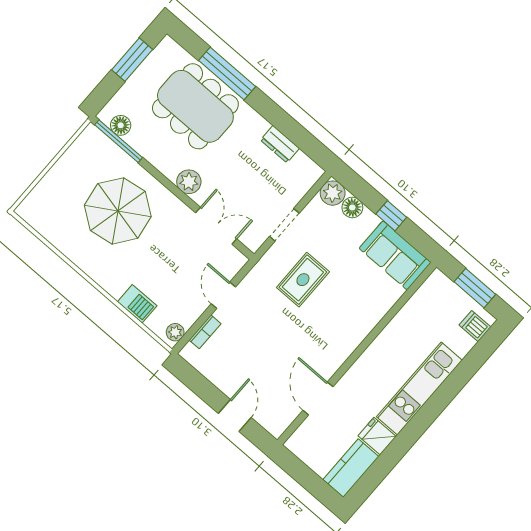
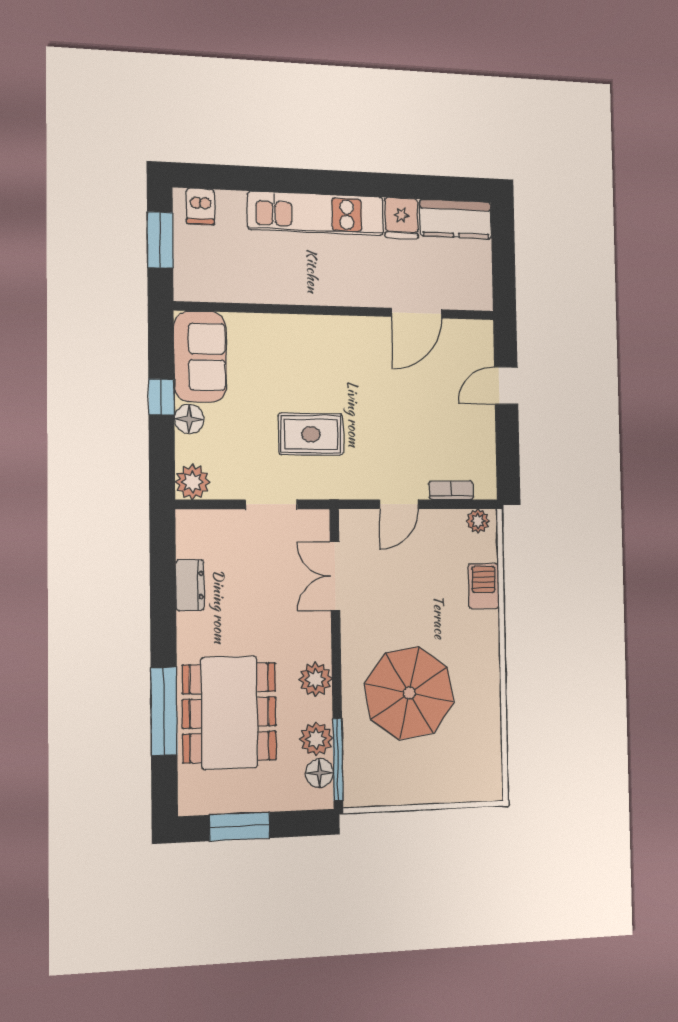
plant: (140, 139) -> (316, 739), added
plant: (189, 182) -> (315, 679), moved
floor lamp: (352, 207) -> (189, 419), moved

